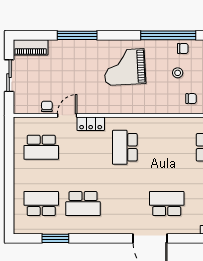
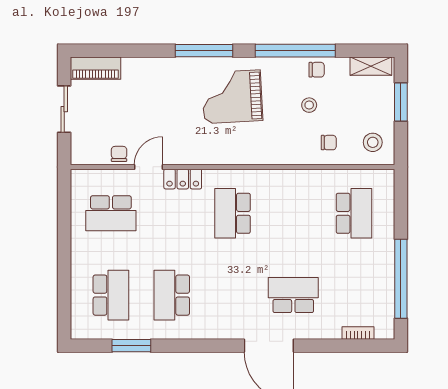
window: (77, 35) -> (204, 51), moved
school desk: (41, 204) -> (111, 295), turned 90
school desk: (83, 204) -> (172, 295), turned 90

